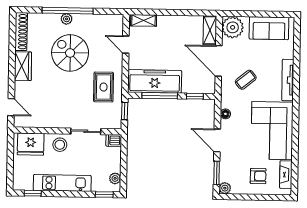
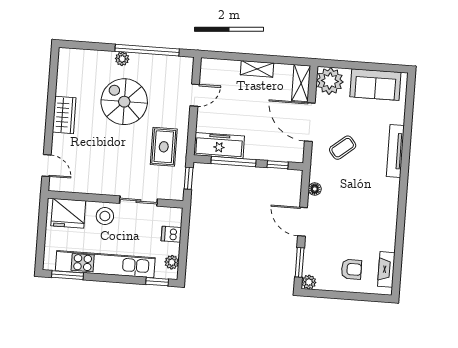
window: (68, 11) -> (147, 50), moved
shelving: (144, 20) -> (257, 69), moved
shoe rack: (21, 32) -> (64, 71), removed
door: (126, 45) -> (195, 95), swing flipped
freezer: (155, 81) -> (219, 146), width x0.73, depth x0.79
corner sofa: (272, 131) -> (372, 213), removed
dishwasher: (114, 140) -> (171, 234), moved
kitchen unit: (62, 183) -> (105, 264), width x1.36
window: (33, 193) -> (67, 275), width x1.50

